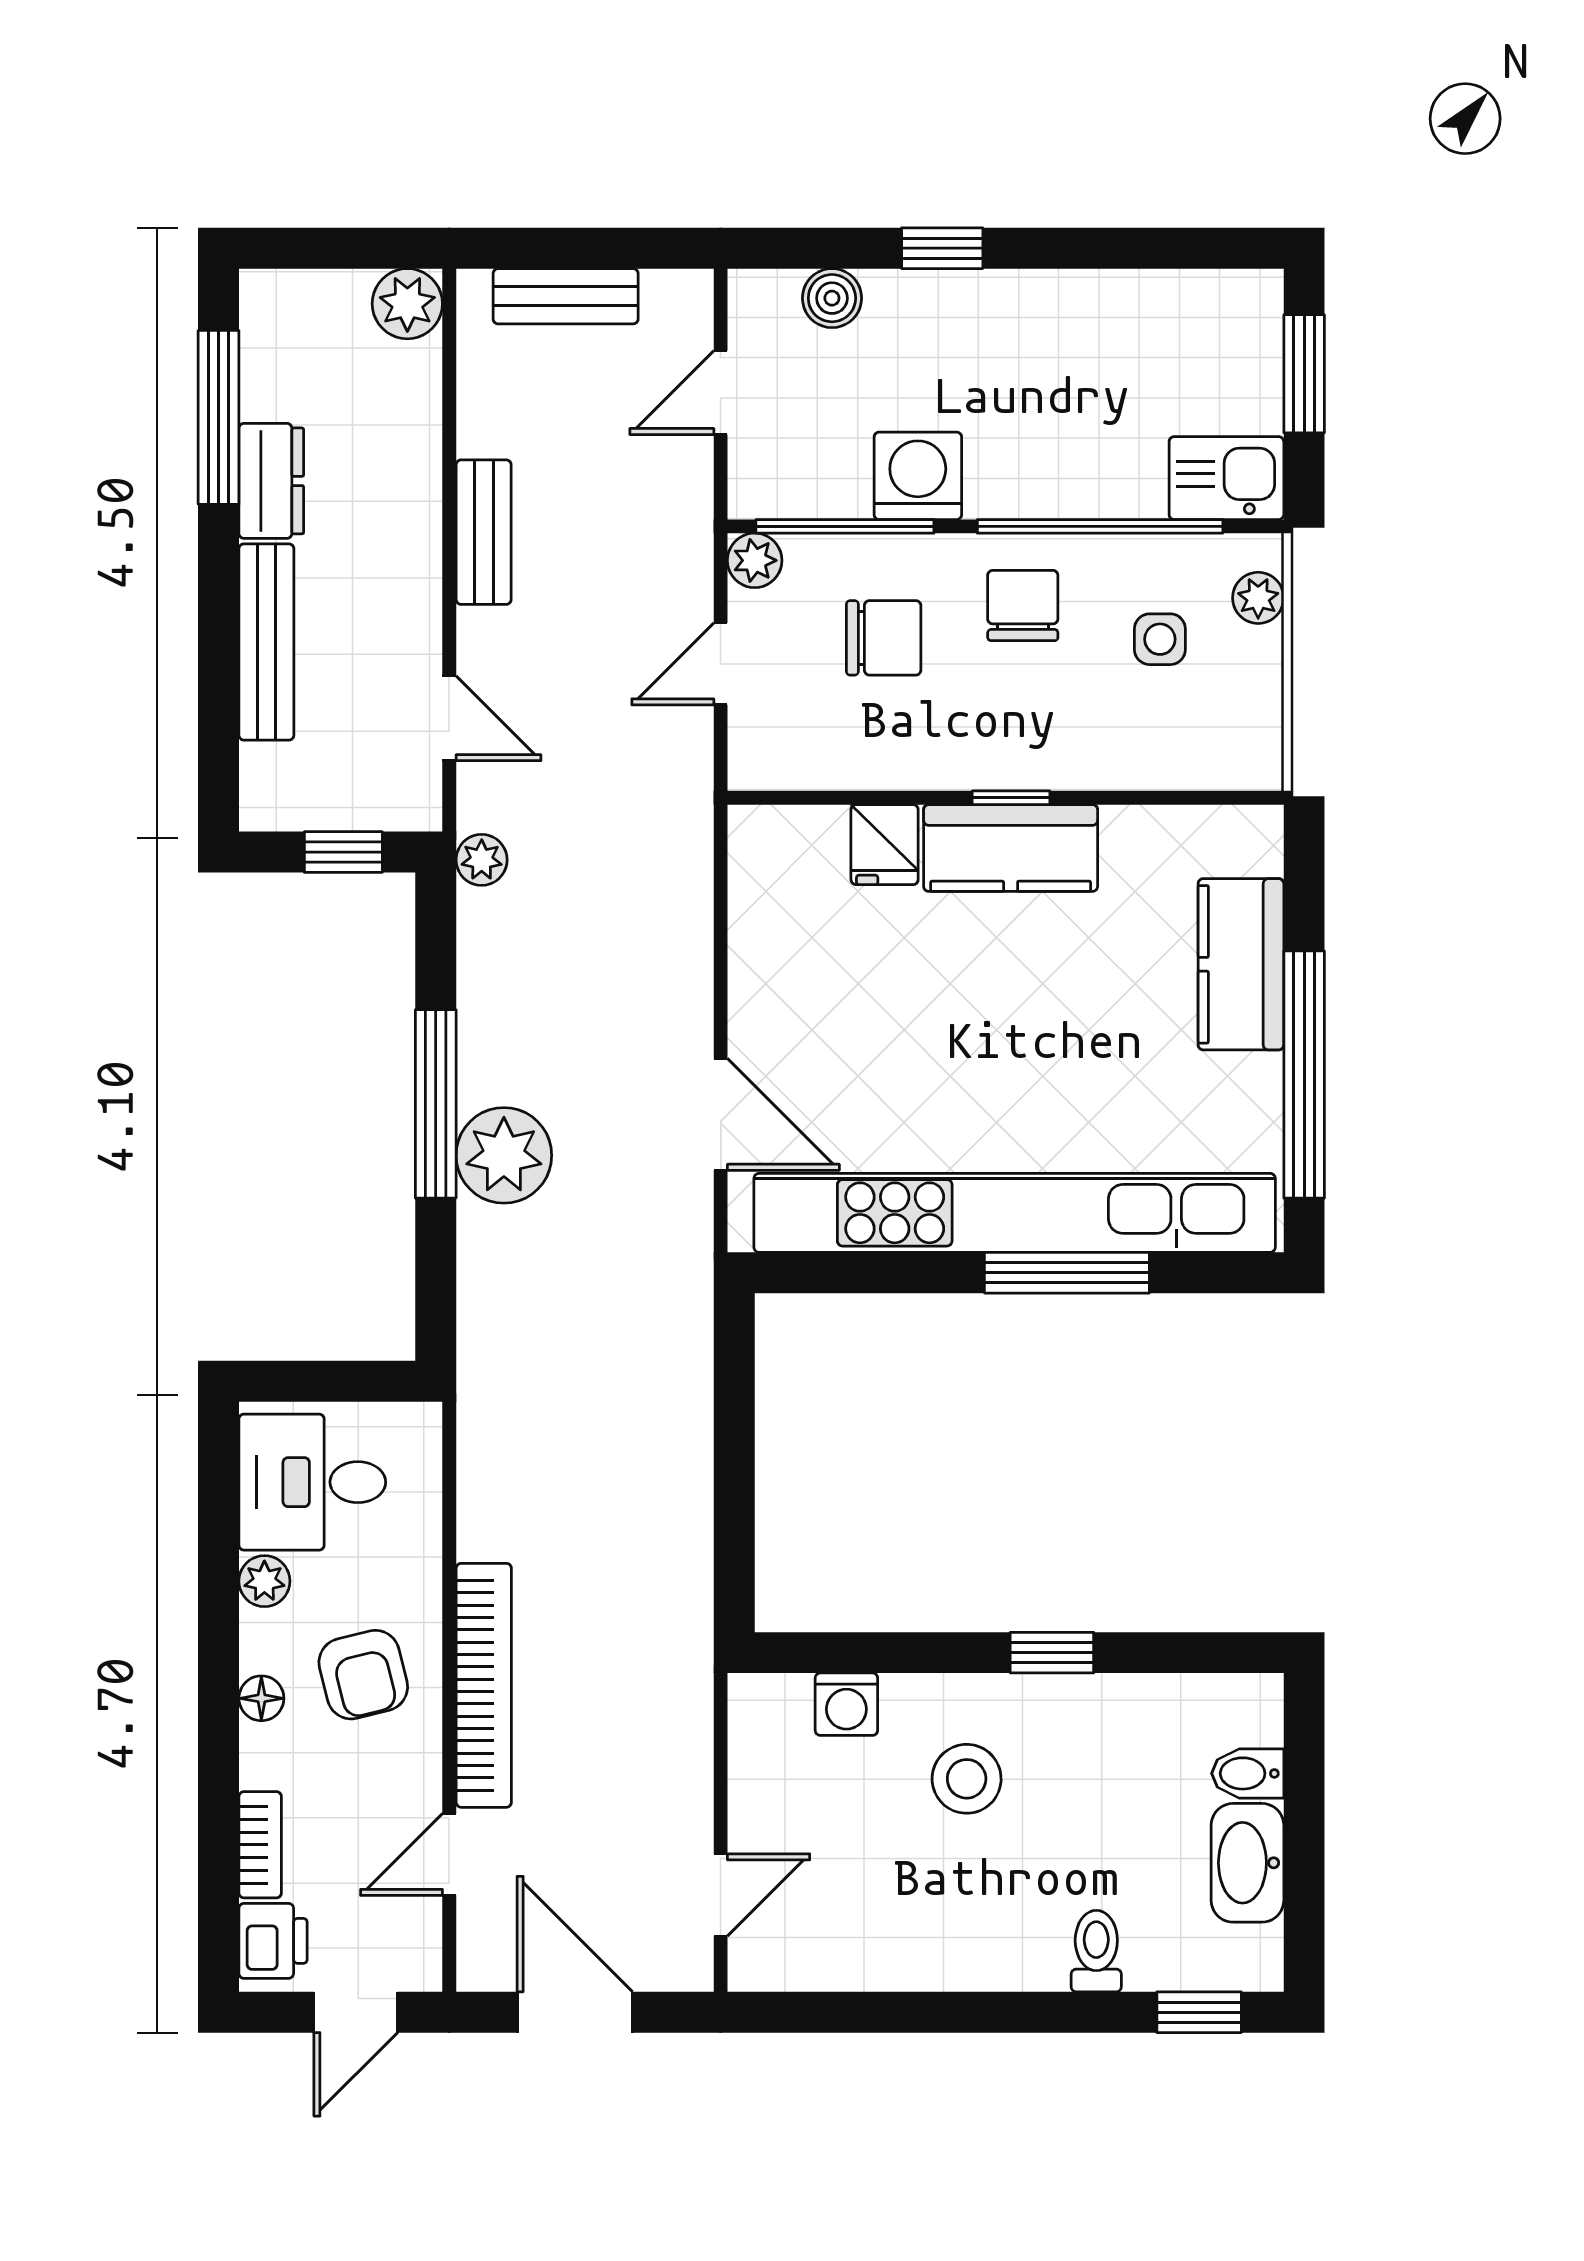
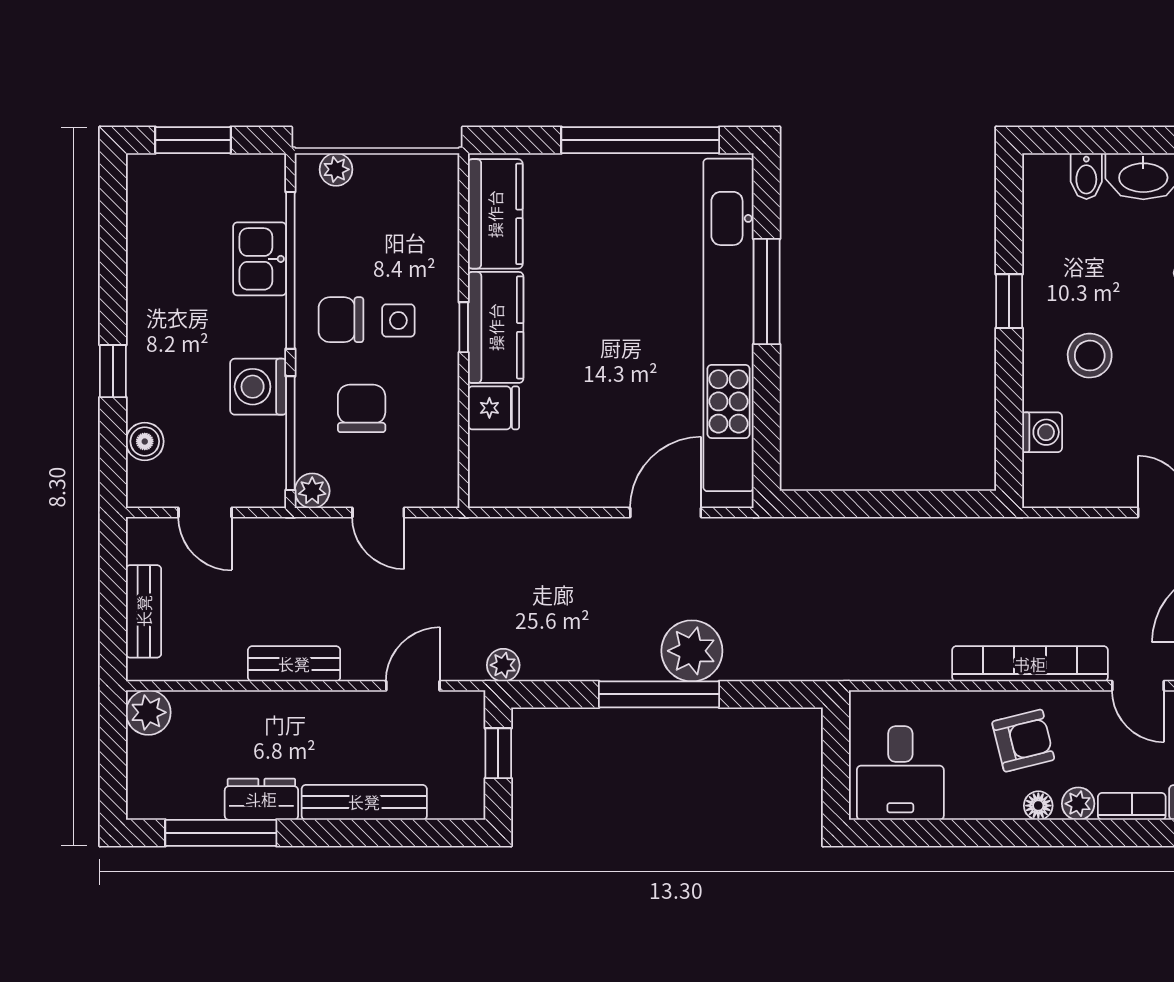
kitchen sink: (1226, 478) -> (260, 259), moved
side table: (1160, 639) -> (398, 320), moved
kitchen counter: (1241, 964) -> (495, 214), moved, turned -90
plant: (264, 1581) -> (1078, 804), moved

